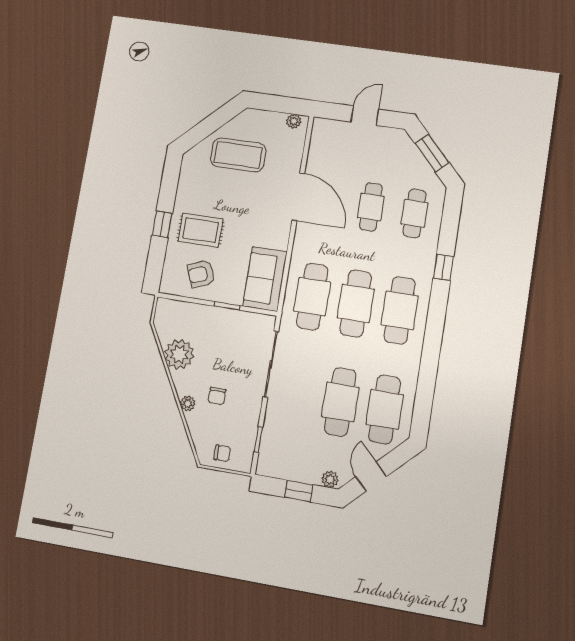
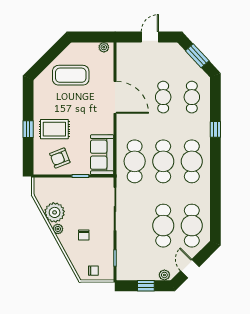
plant: (188, 403) -> (58, 229), moved

